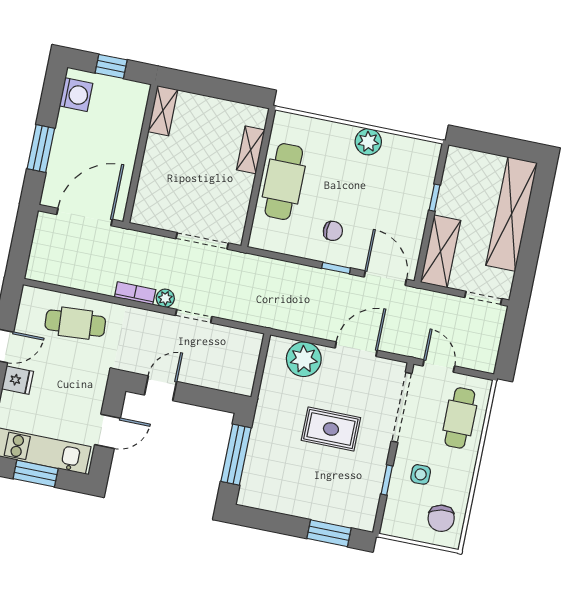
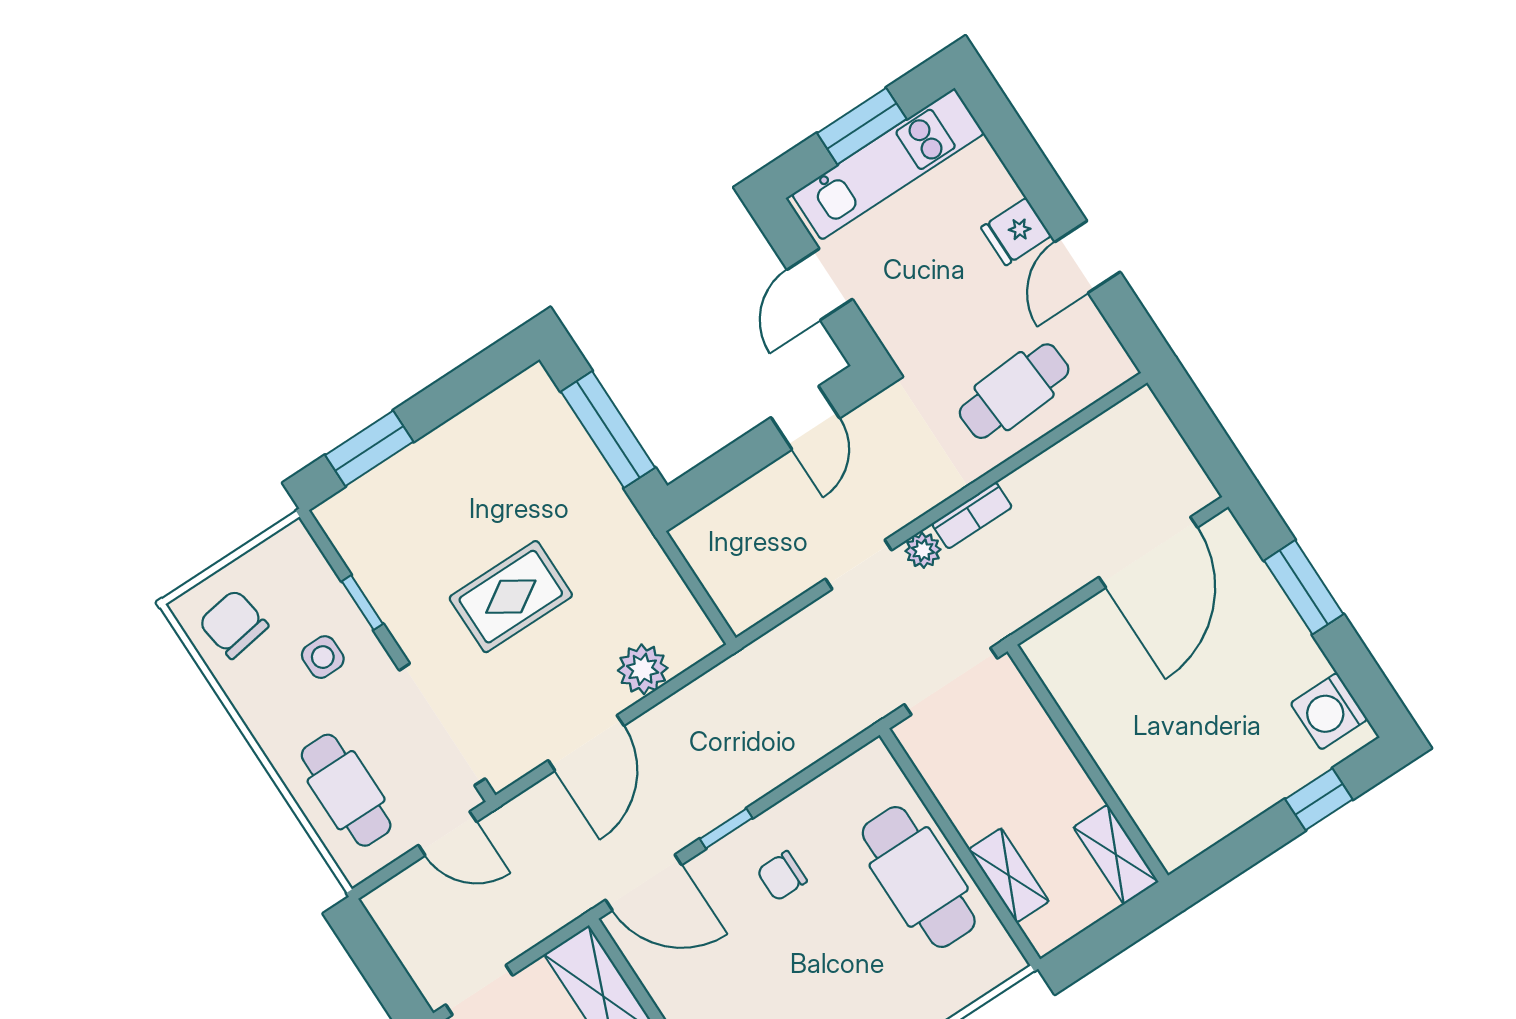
shelving: (163, 111) -> (1116, 855), moved
wall: (140, 154) -> (1088, 763), moved
plant: (304, 359) -> (643, 669), width x0.73, depth x0.73

